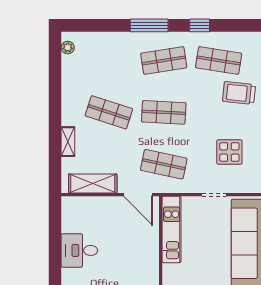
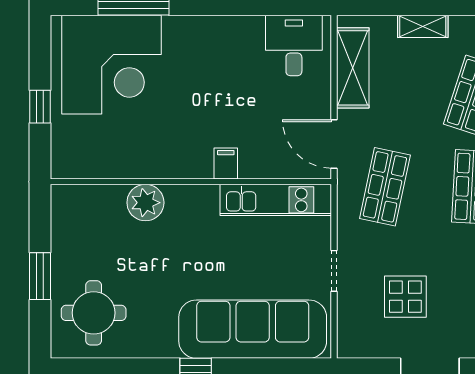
door: (138, 195) -> (334, 144), hinge flipped
desk: (79, 250) -> (294, 46), moved
filing cabinet: (150, 259) -> (226, 163), added

